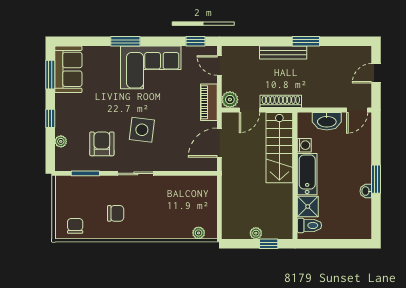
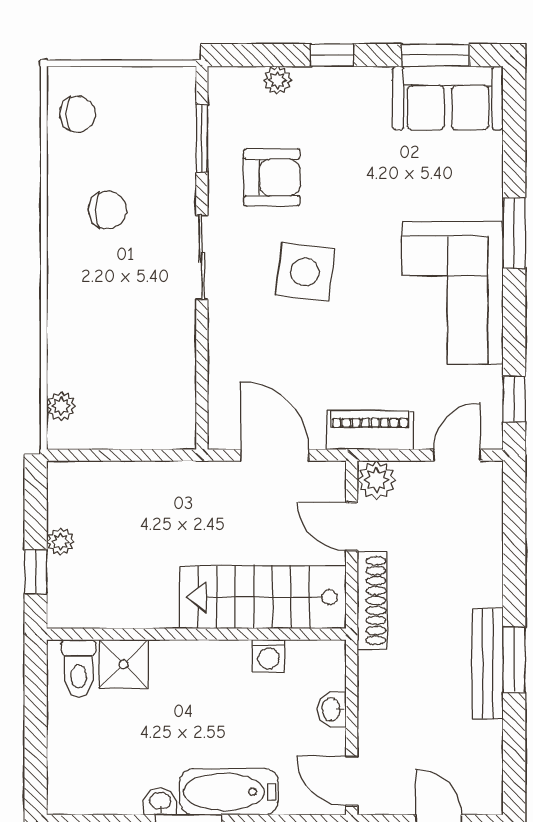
bench: (283, 53) -> (488, 664), moved
washbasin: (327, 121) -> (332, 709), width x0.52, depth x0.69
bathtub: (307, 174) -> (229, 792), moved, turned 180
chair: (116, 213) -> (107, 210), turned -90

